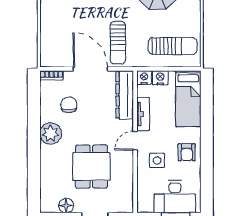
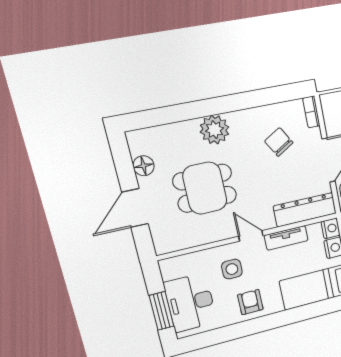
chair: (69, 105) -> (279, 142), turned -121
plant: (51, 133) -> (215, 130), moved
armchair: (187, 152) -> (250, 302), turned 90

